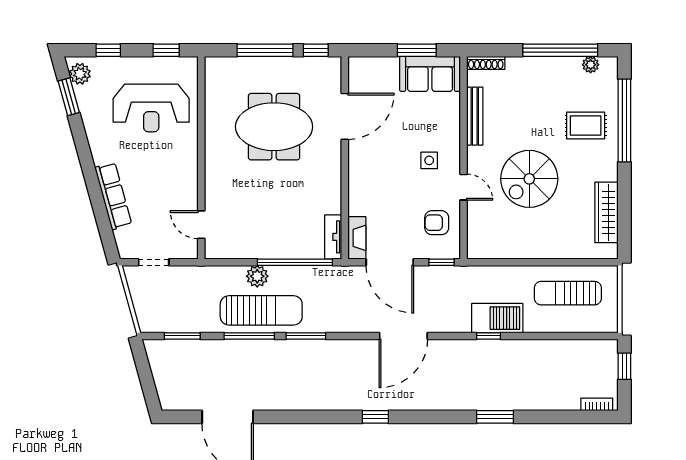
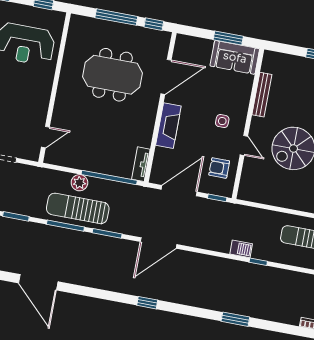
shoe rack: (486, 63) -> (277, 57), removed
door: (201, 225) -> (45, 137), swing flipped
fireplace: (357, 238) -> (168, 126), moved, width x1.37, depth x1.32
door: (390, 262) -> (179, 191), swing flipped
sun lounger: (261, 310) -> (78, 208), turned 180
barbecue: (497, 318) -> (241, 249), width x0.53, depth x0.65
door: (403, 336) -> (159, 243), moved
window: (488, 336) -> (258, 262), moved

